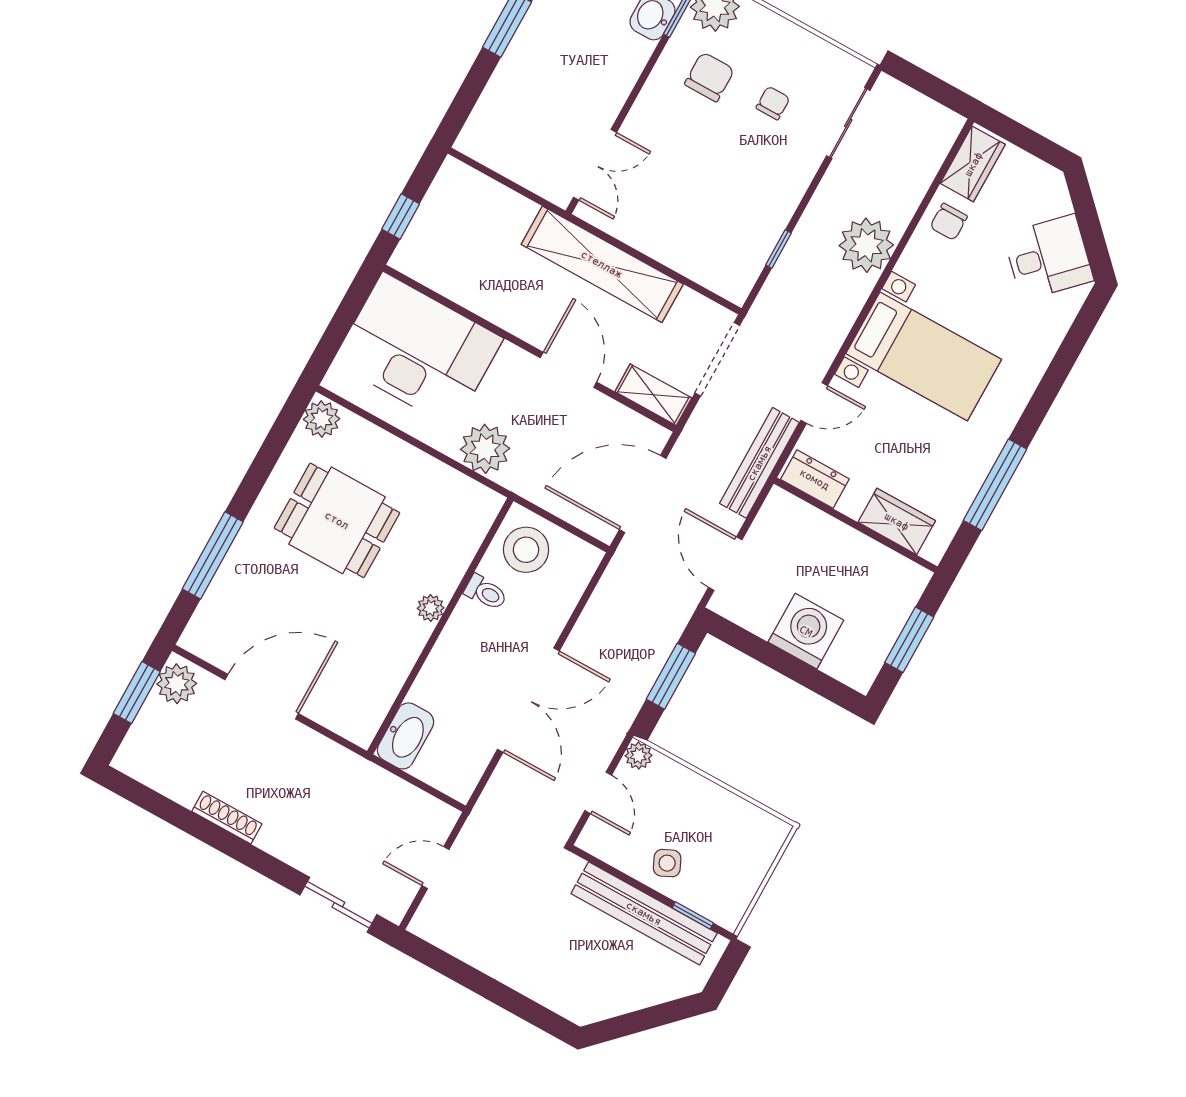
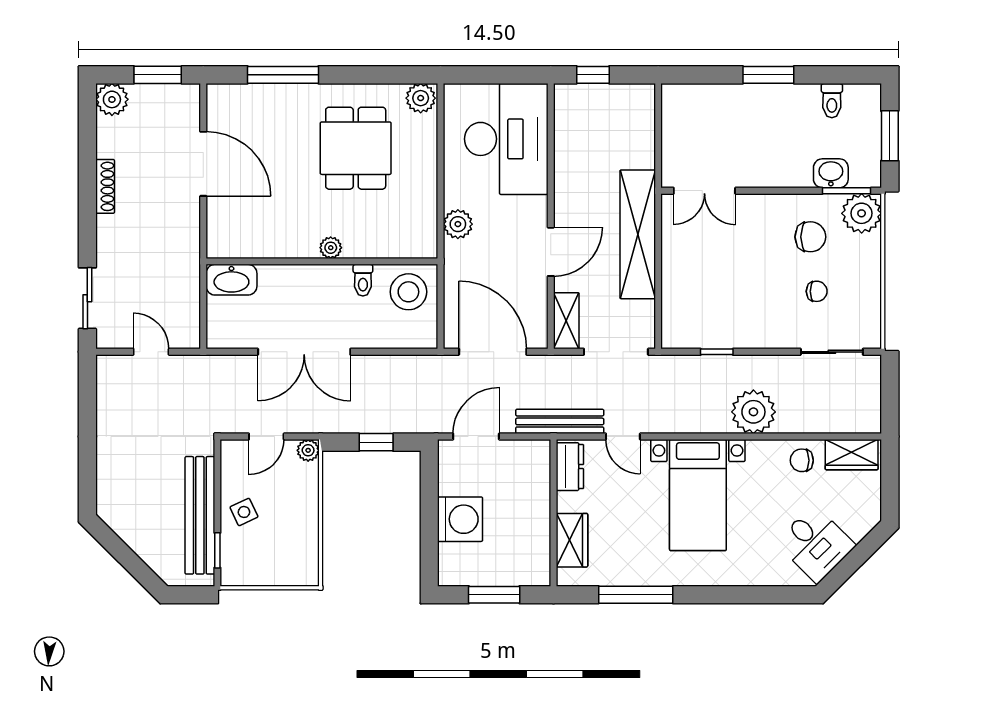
plant: (485, 449) -> (458, 224), width x0.73, depth x0.73
window: (671, 676) -> (376, 442), width x0.67
plant: (177, 684) -> (112, 99), moved

